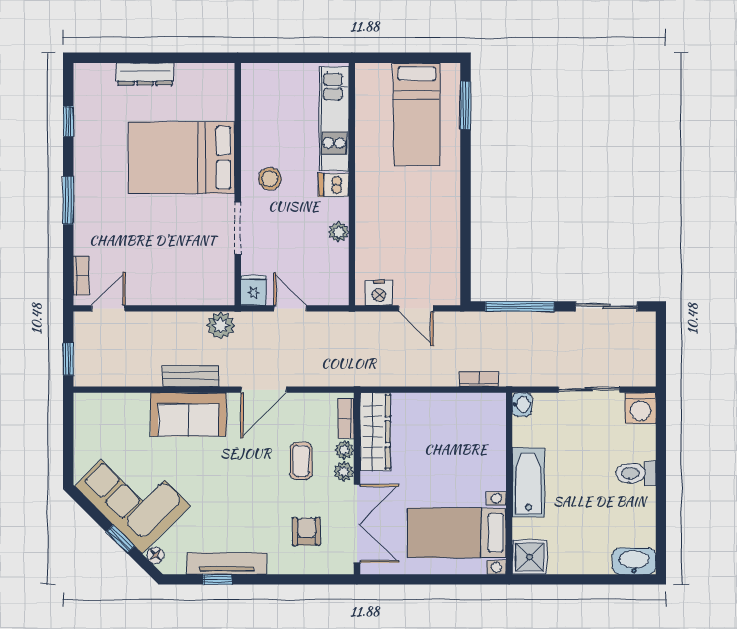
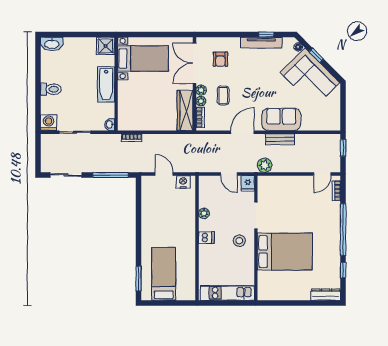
dresser: (145, 74) -> (326, 295), moved
kitchen unit: (334, 119) -> (227, 293), moved, turned -90
window: (68, 200) -> (343, 230), width x2.11

